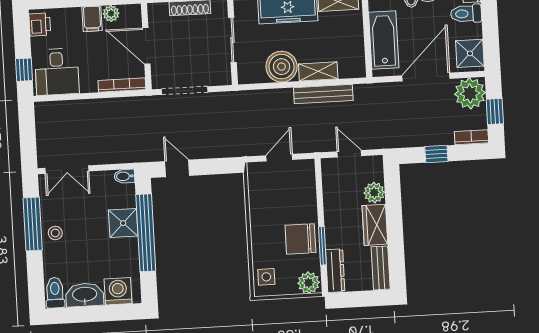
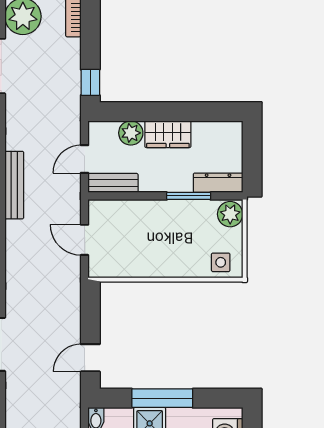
window: (436, 154) -> (90, 82), moved
window: (146, 233) -> (162, 398), width x0.68
chair: (300, 239) -> (179, 221), removed
bench: (381, 268) -> (113, 183), moved

